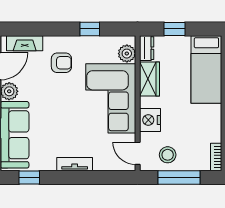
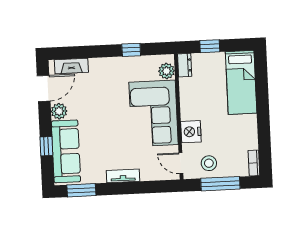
armchair: (61, 63) -> (106, 82), removed
wardrobe: (149, 79) -> (189, 94), removed
window: (29, 177) -> (81, 190), width x1.50

